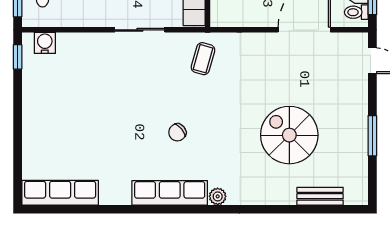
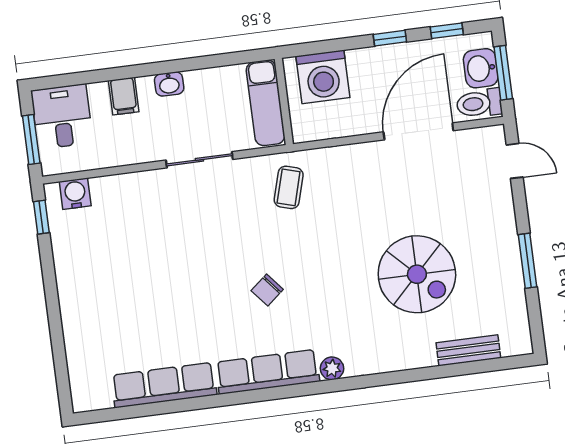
toilet: (356, 12) -> (479, 103), width x1.37, depth x1.39
spiral stairs: (289, 135) -> (417, 274), turned 180
row of seats: (60, 193) -> (164, 385), moved

